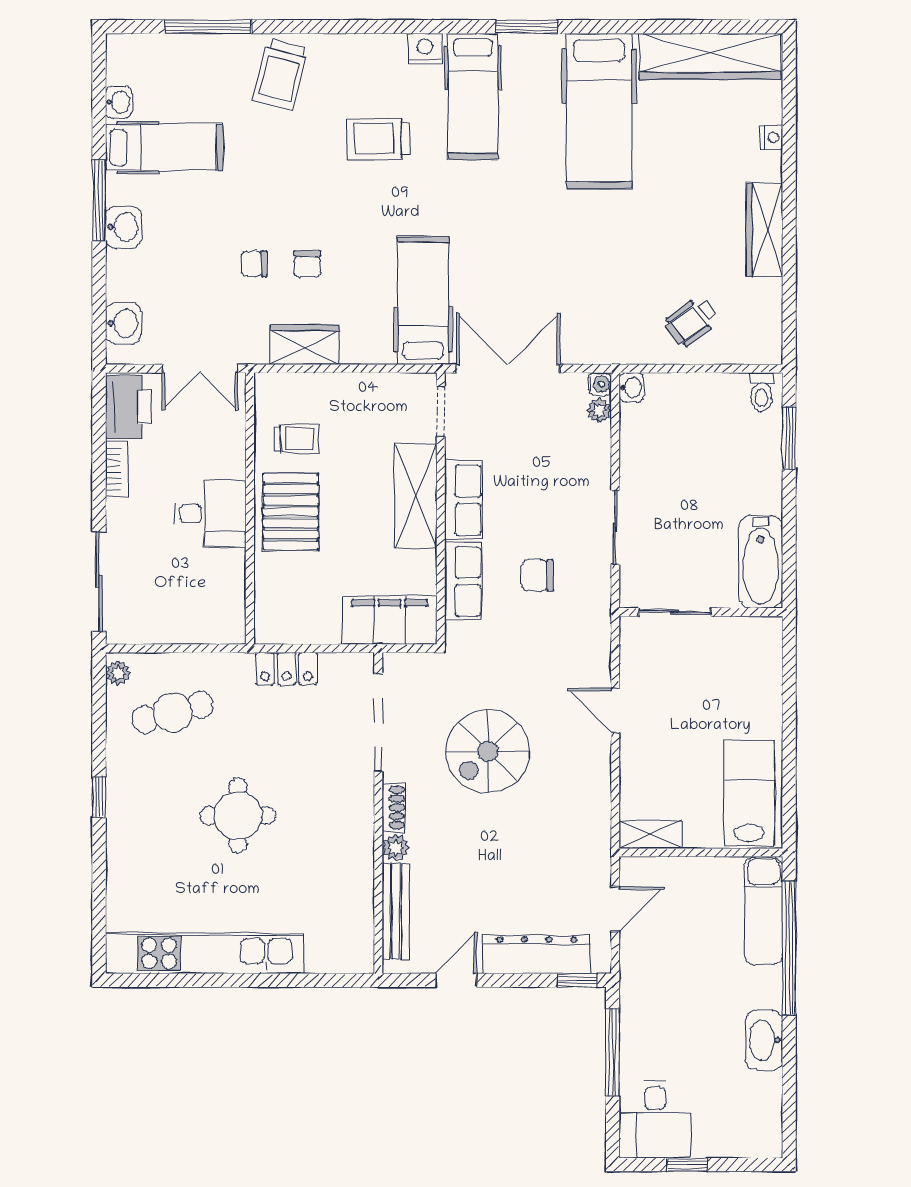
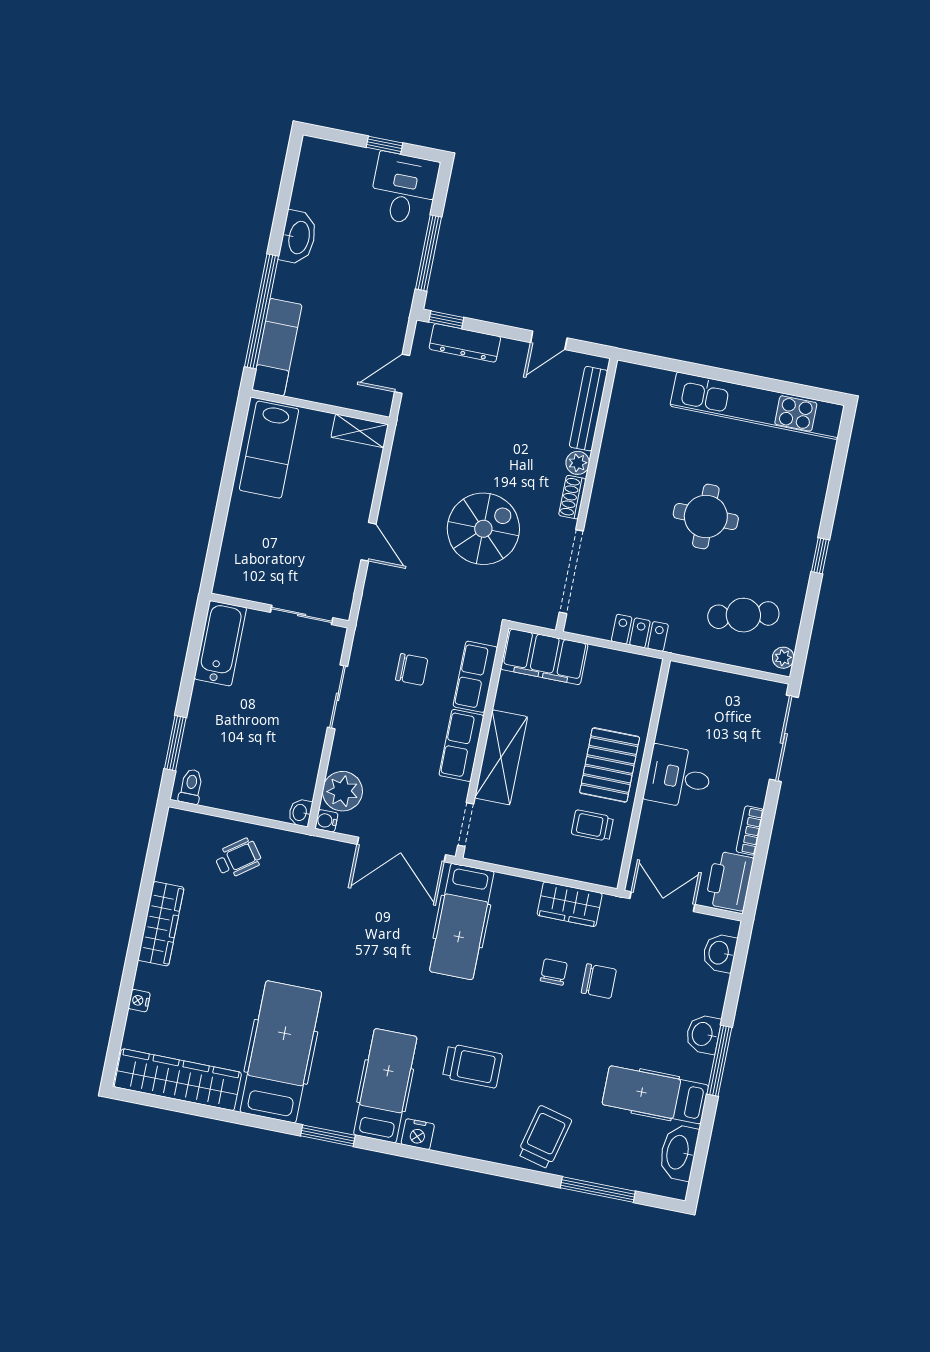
washbasin: (119, 102) -> (678, 1152), width x1.91, depth x1.45
chair: (254, 264) -> (599, 981), width x1.37, depth x1.37
plant: (599, 411) -> (342, 791), width x1.87, depth x1.87
dresser: (537, 955) -> (465, 343), width x0.73, depth x0.80

